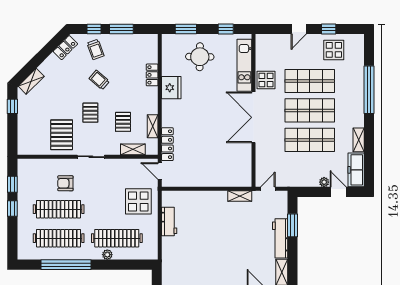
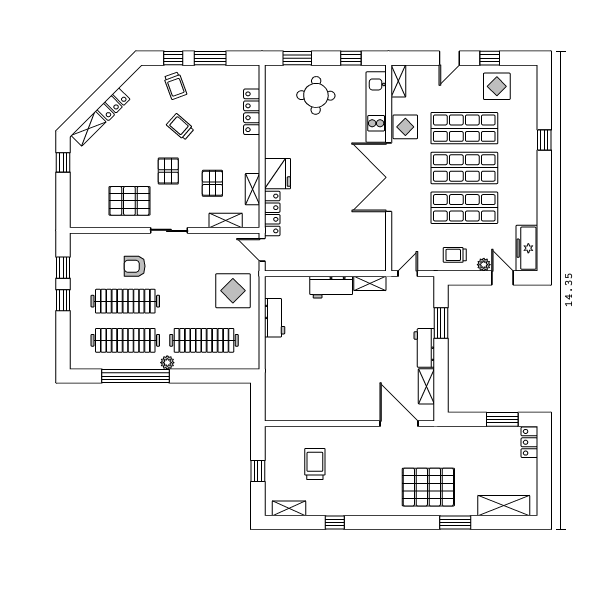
locker: (65, 48) -> (113, 104), moved
locker: (152, 75) -> (252, 112), width x1.53
fridge: (171, 88) -> (277, 174), moved
window: (369, 90) -> (544, 140), width x0.32
pallet: (62, 135) -> (129, 201), turned 90
shelving: (359, 140) -> (398, 81), moved
trolley: (303, 175) -> (455, 255), added
workbench: (211, 199) -> (331, 287), added
workbench: (280, 238) -> (424, 348), width x0.73
plant: (107, 255) -> (167, 363), moved

